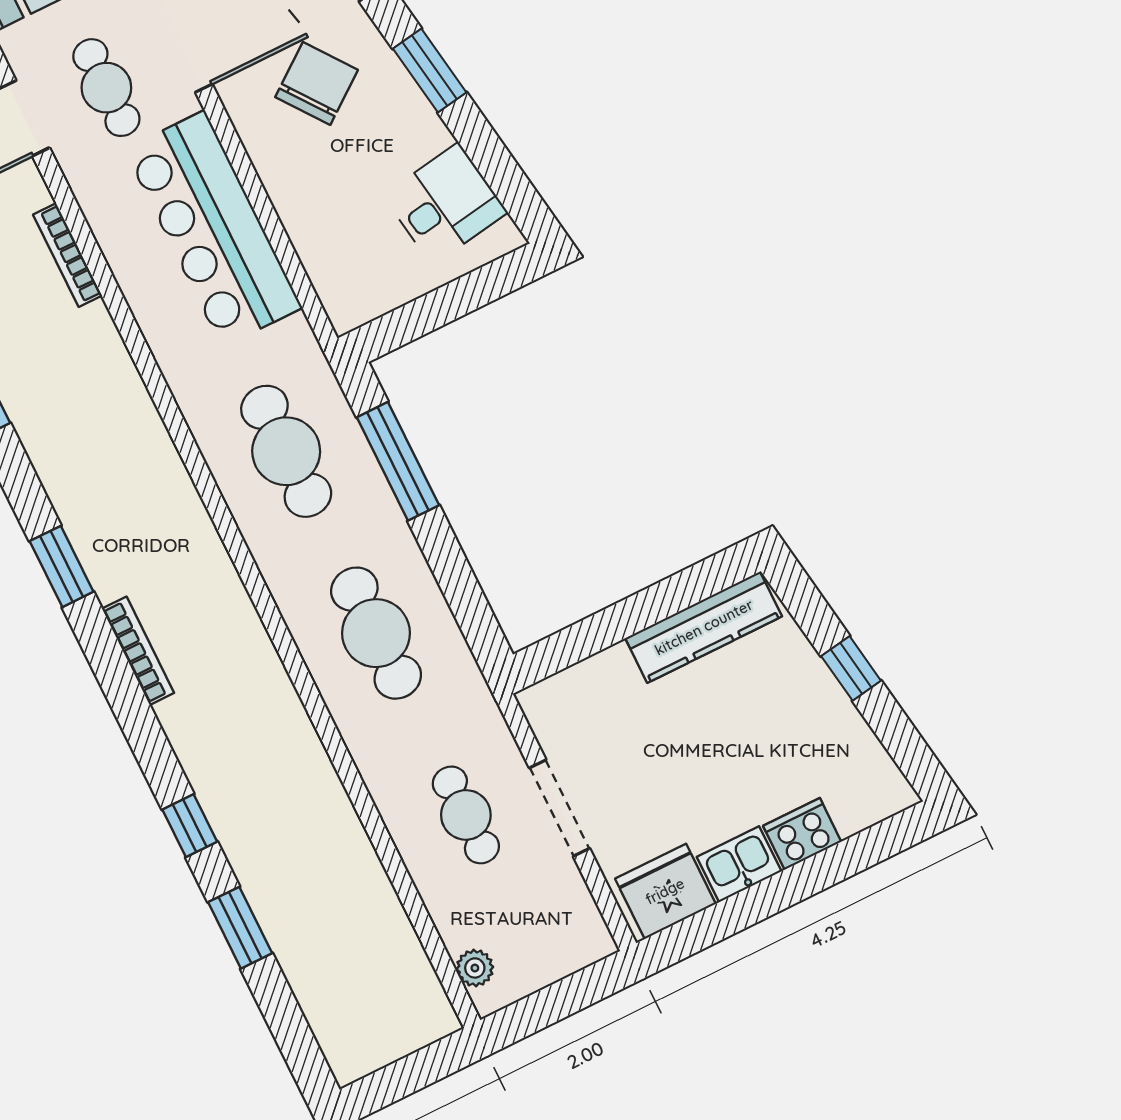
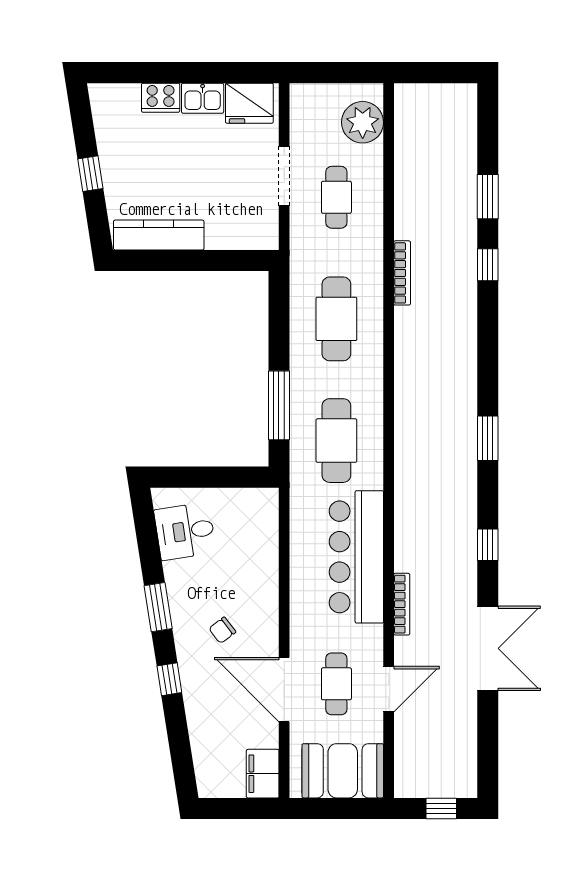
chair: (317, 84) -> (222, 630), width x0.54, depth x0.54
bar counter: (213, 229) -> (356, 557), moved, turned 180
bookcase: (138, 651) -> (402, 273), moved, turned 180
plant: (475, 968) -> (363, 122), width x1.88, depth x1.88

